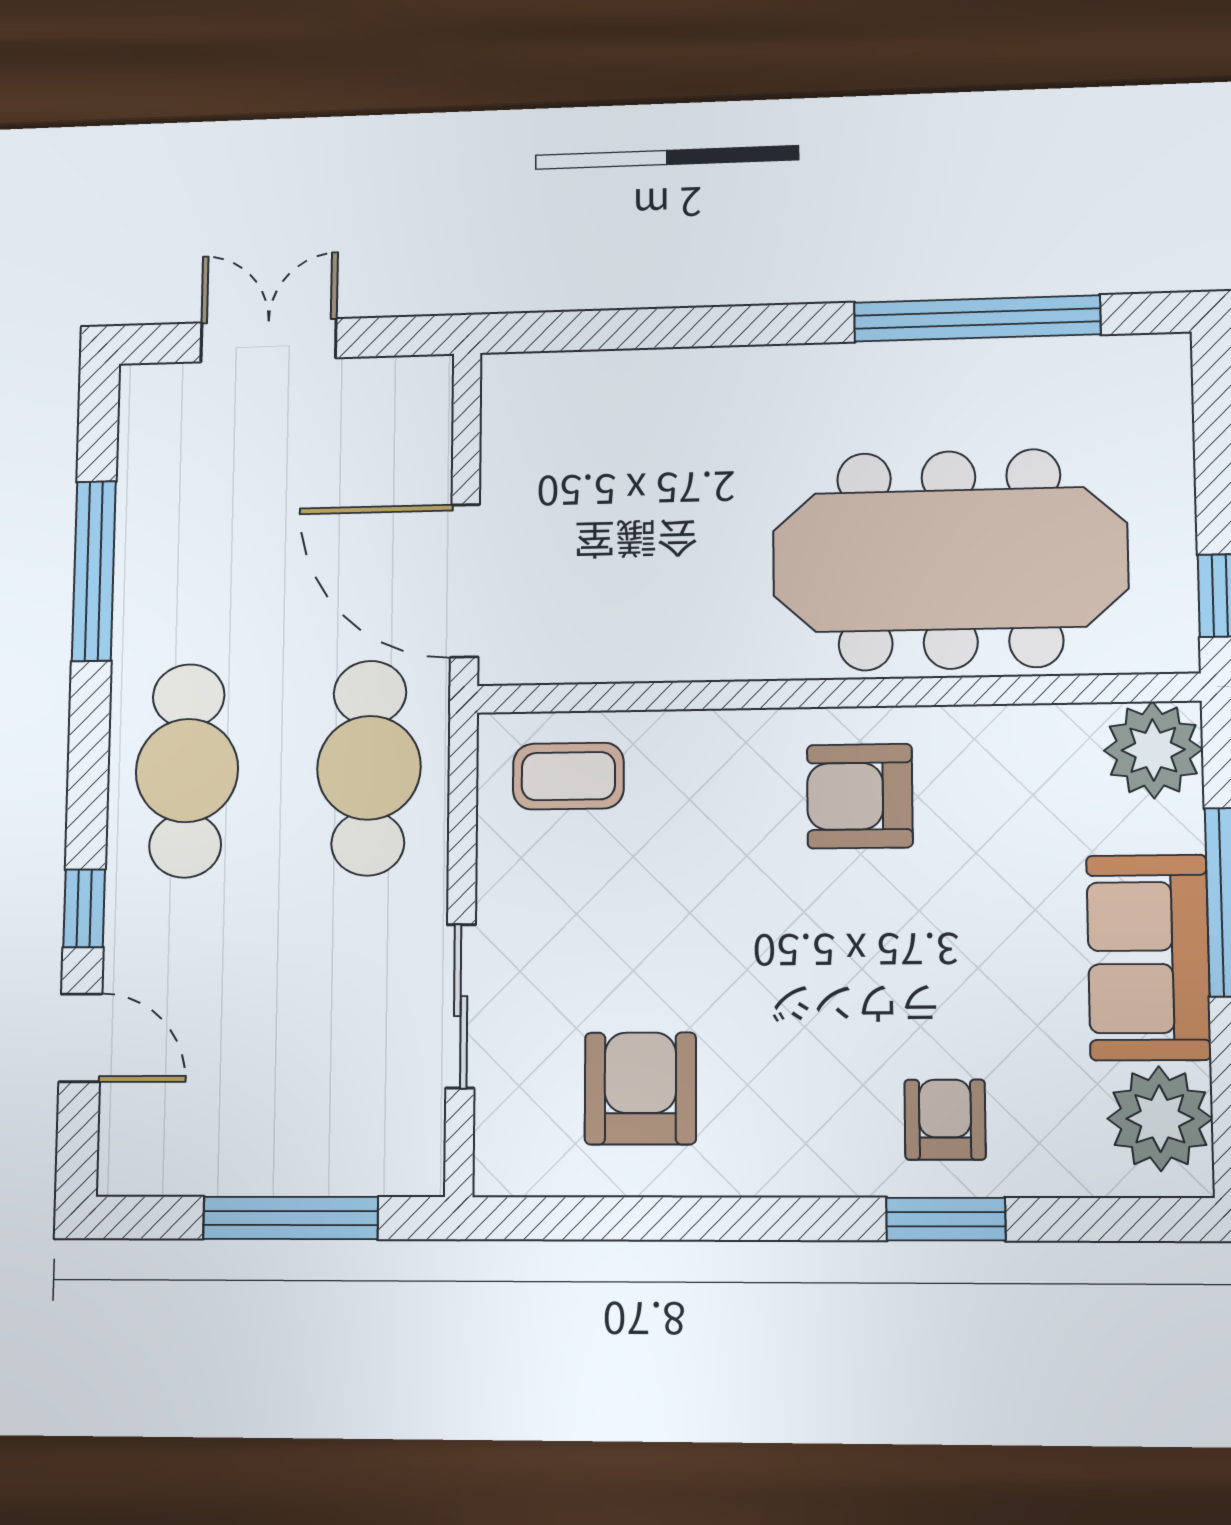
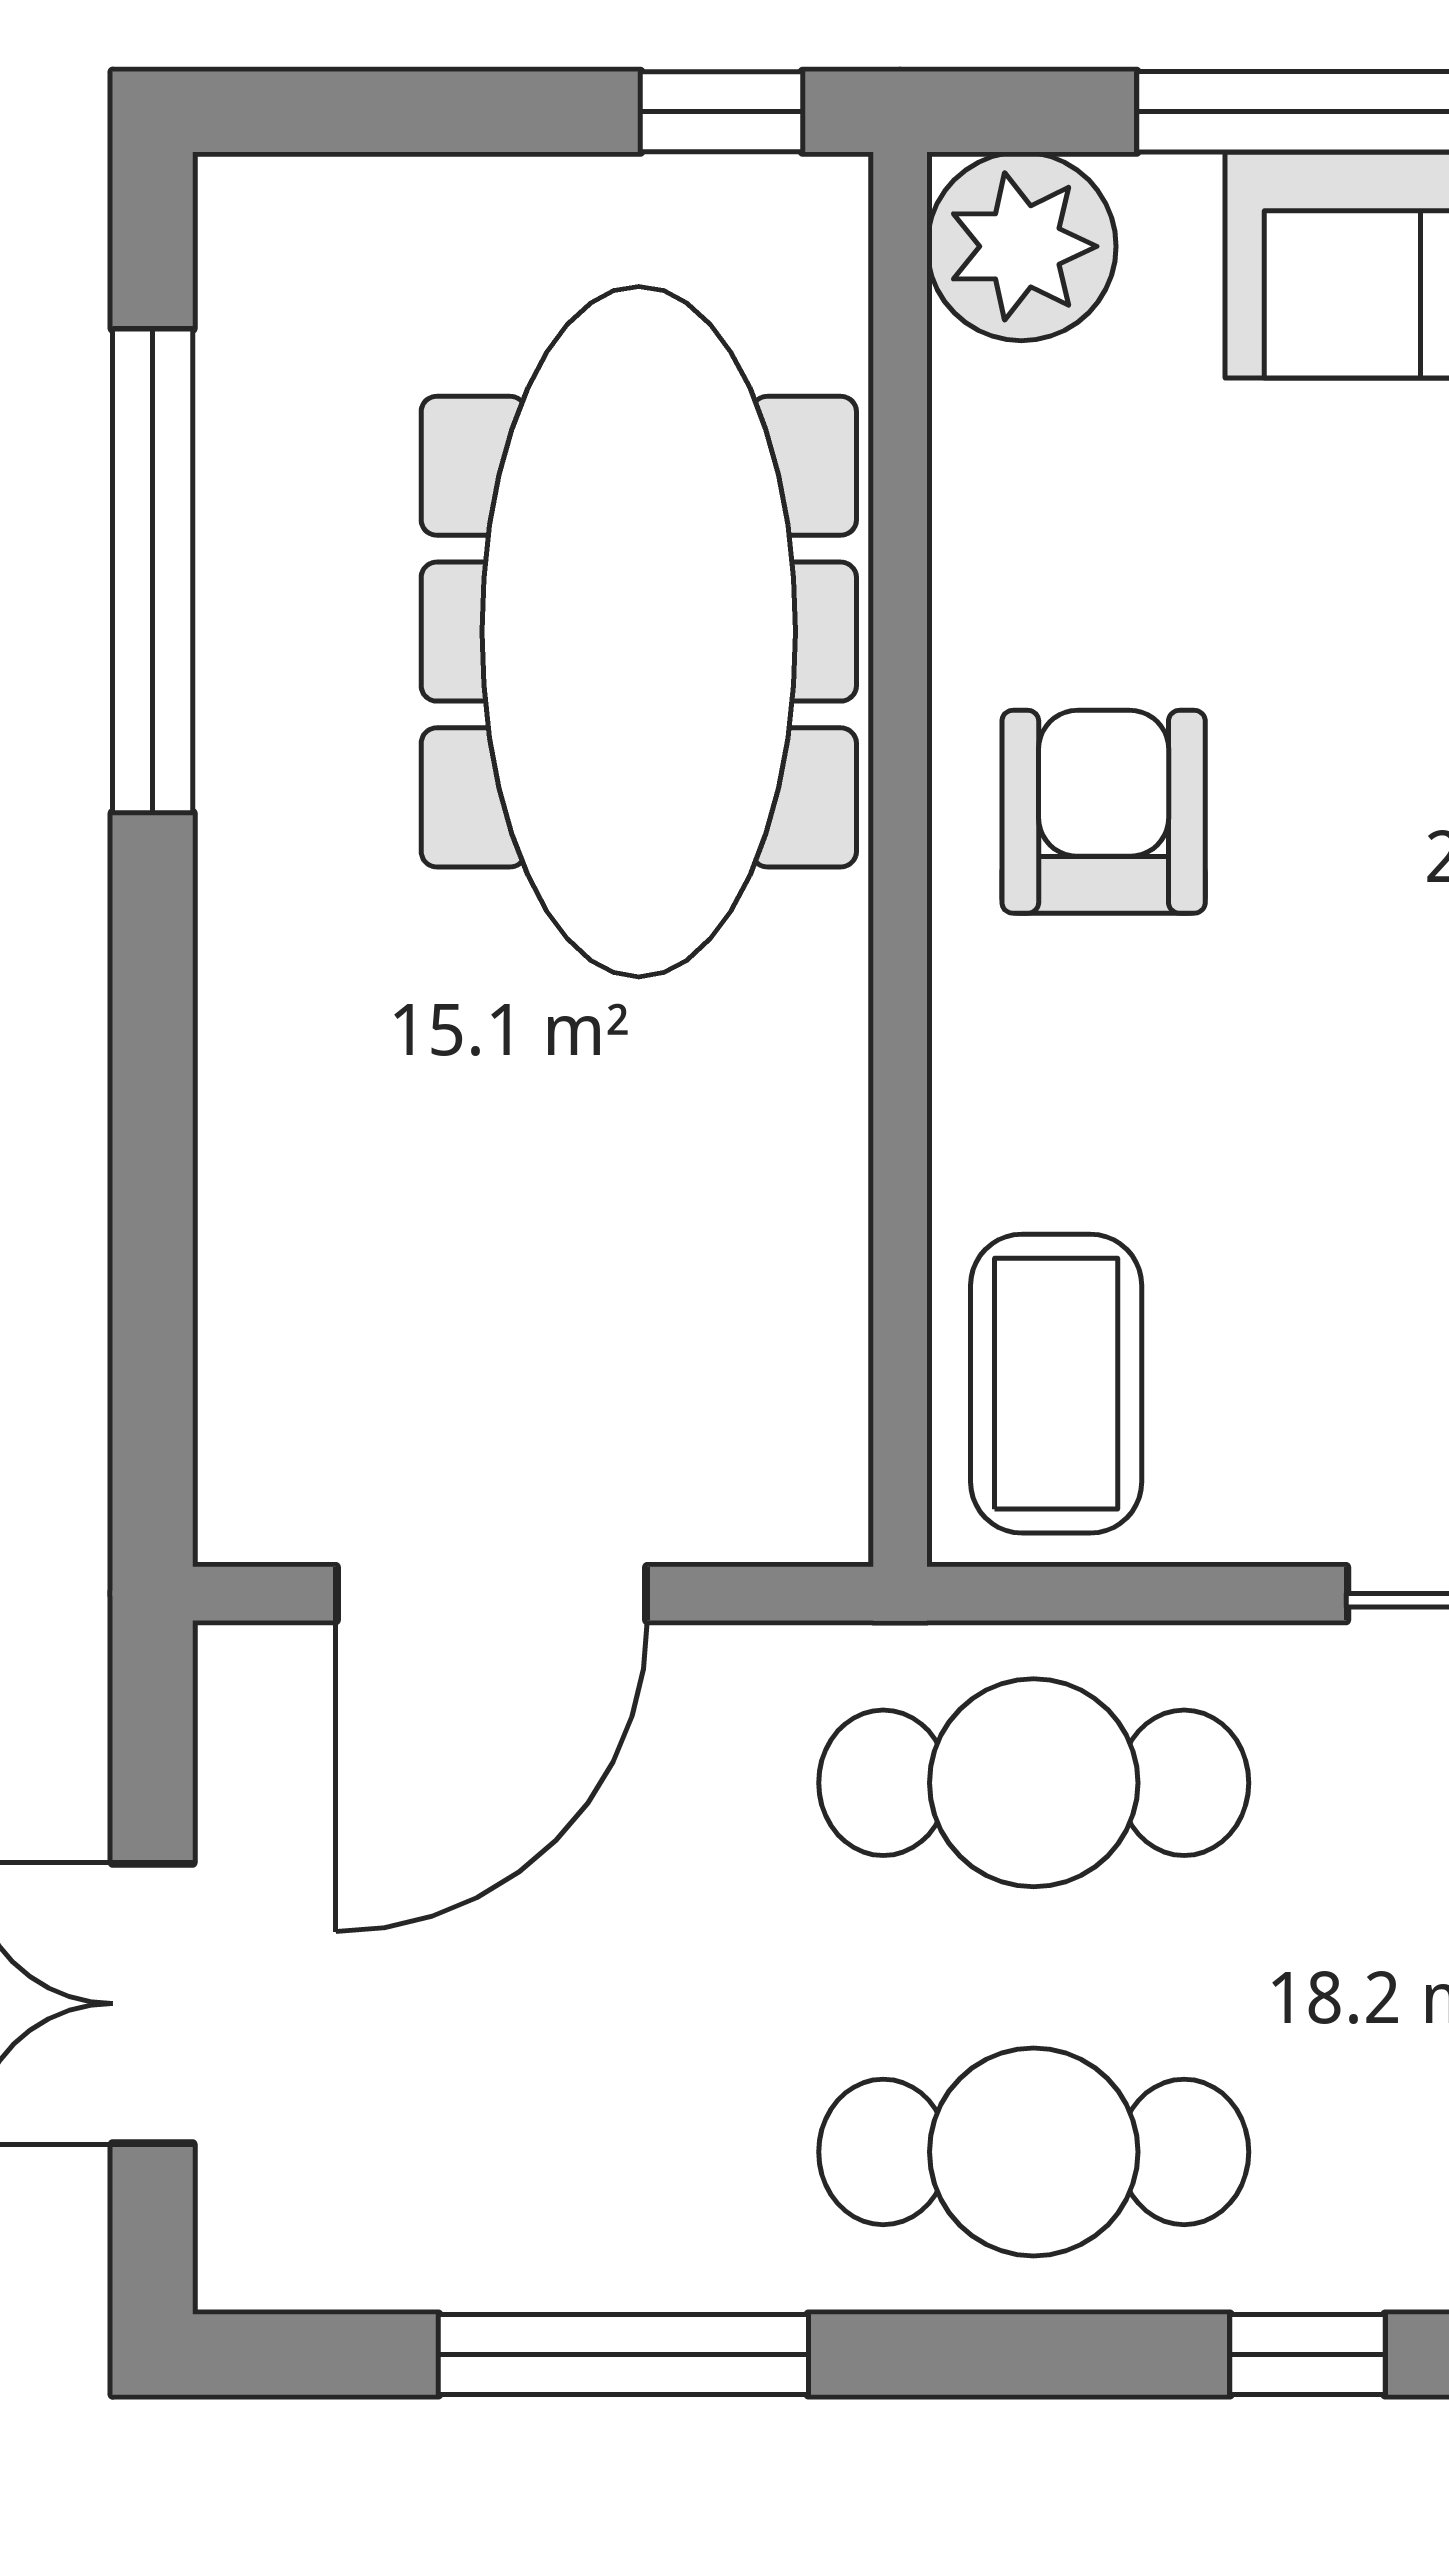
door: (465, 581) -> (491, 1594), moved
coffee table: (568, 776) -> (1056, 1384), width x1.36, depth x1.30
armchair: (860, 796) -> (1104, 812), turned 180

